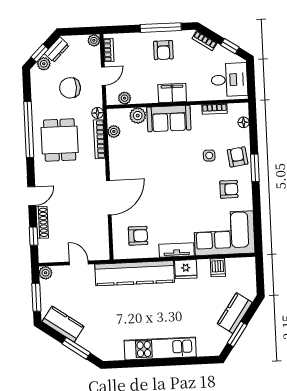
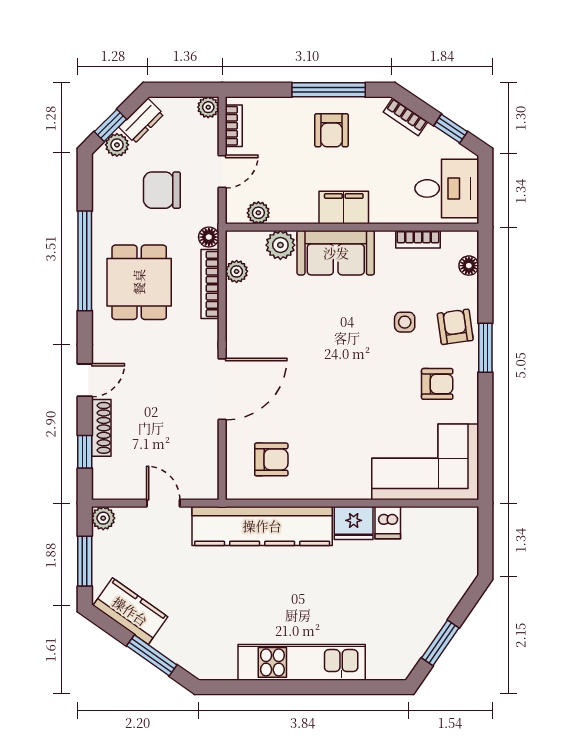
tv unit: (177, 250) -> (339, 488), removed
dishwasher: (218, 268) -> (388, 523), moved
kitchen counter: (235, 313) -> (438, 605), removed

